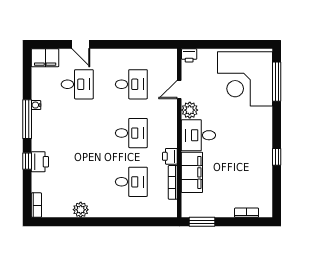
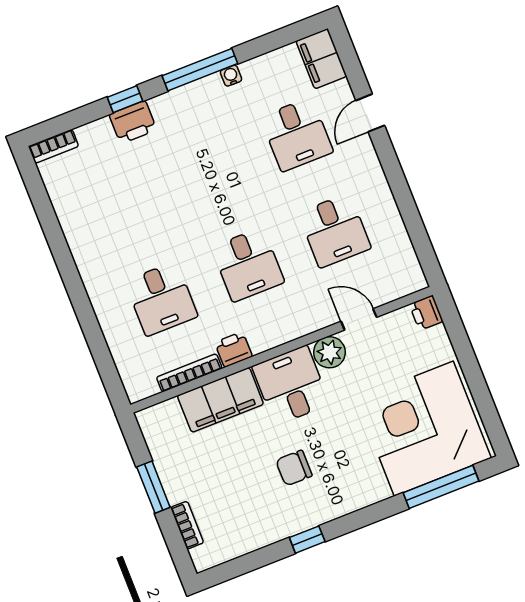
chair: (239, 150) -> (294, 468), added
plant: (81, 210) -> (76, 228), removed
window: (202, 222) -> (153, 487), moved

